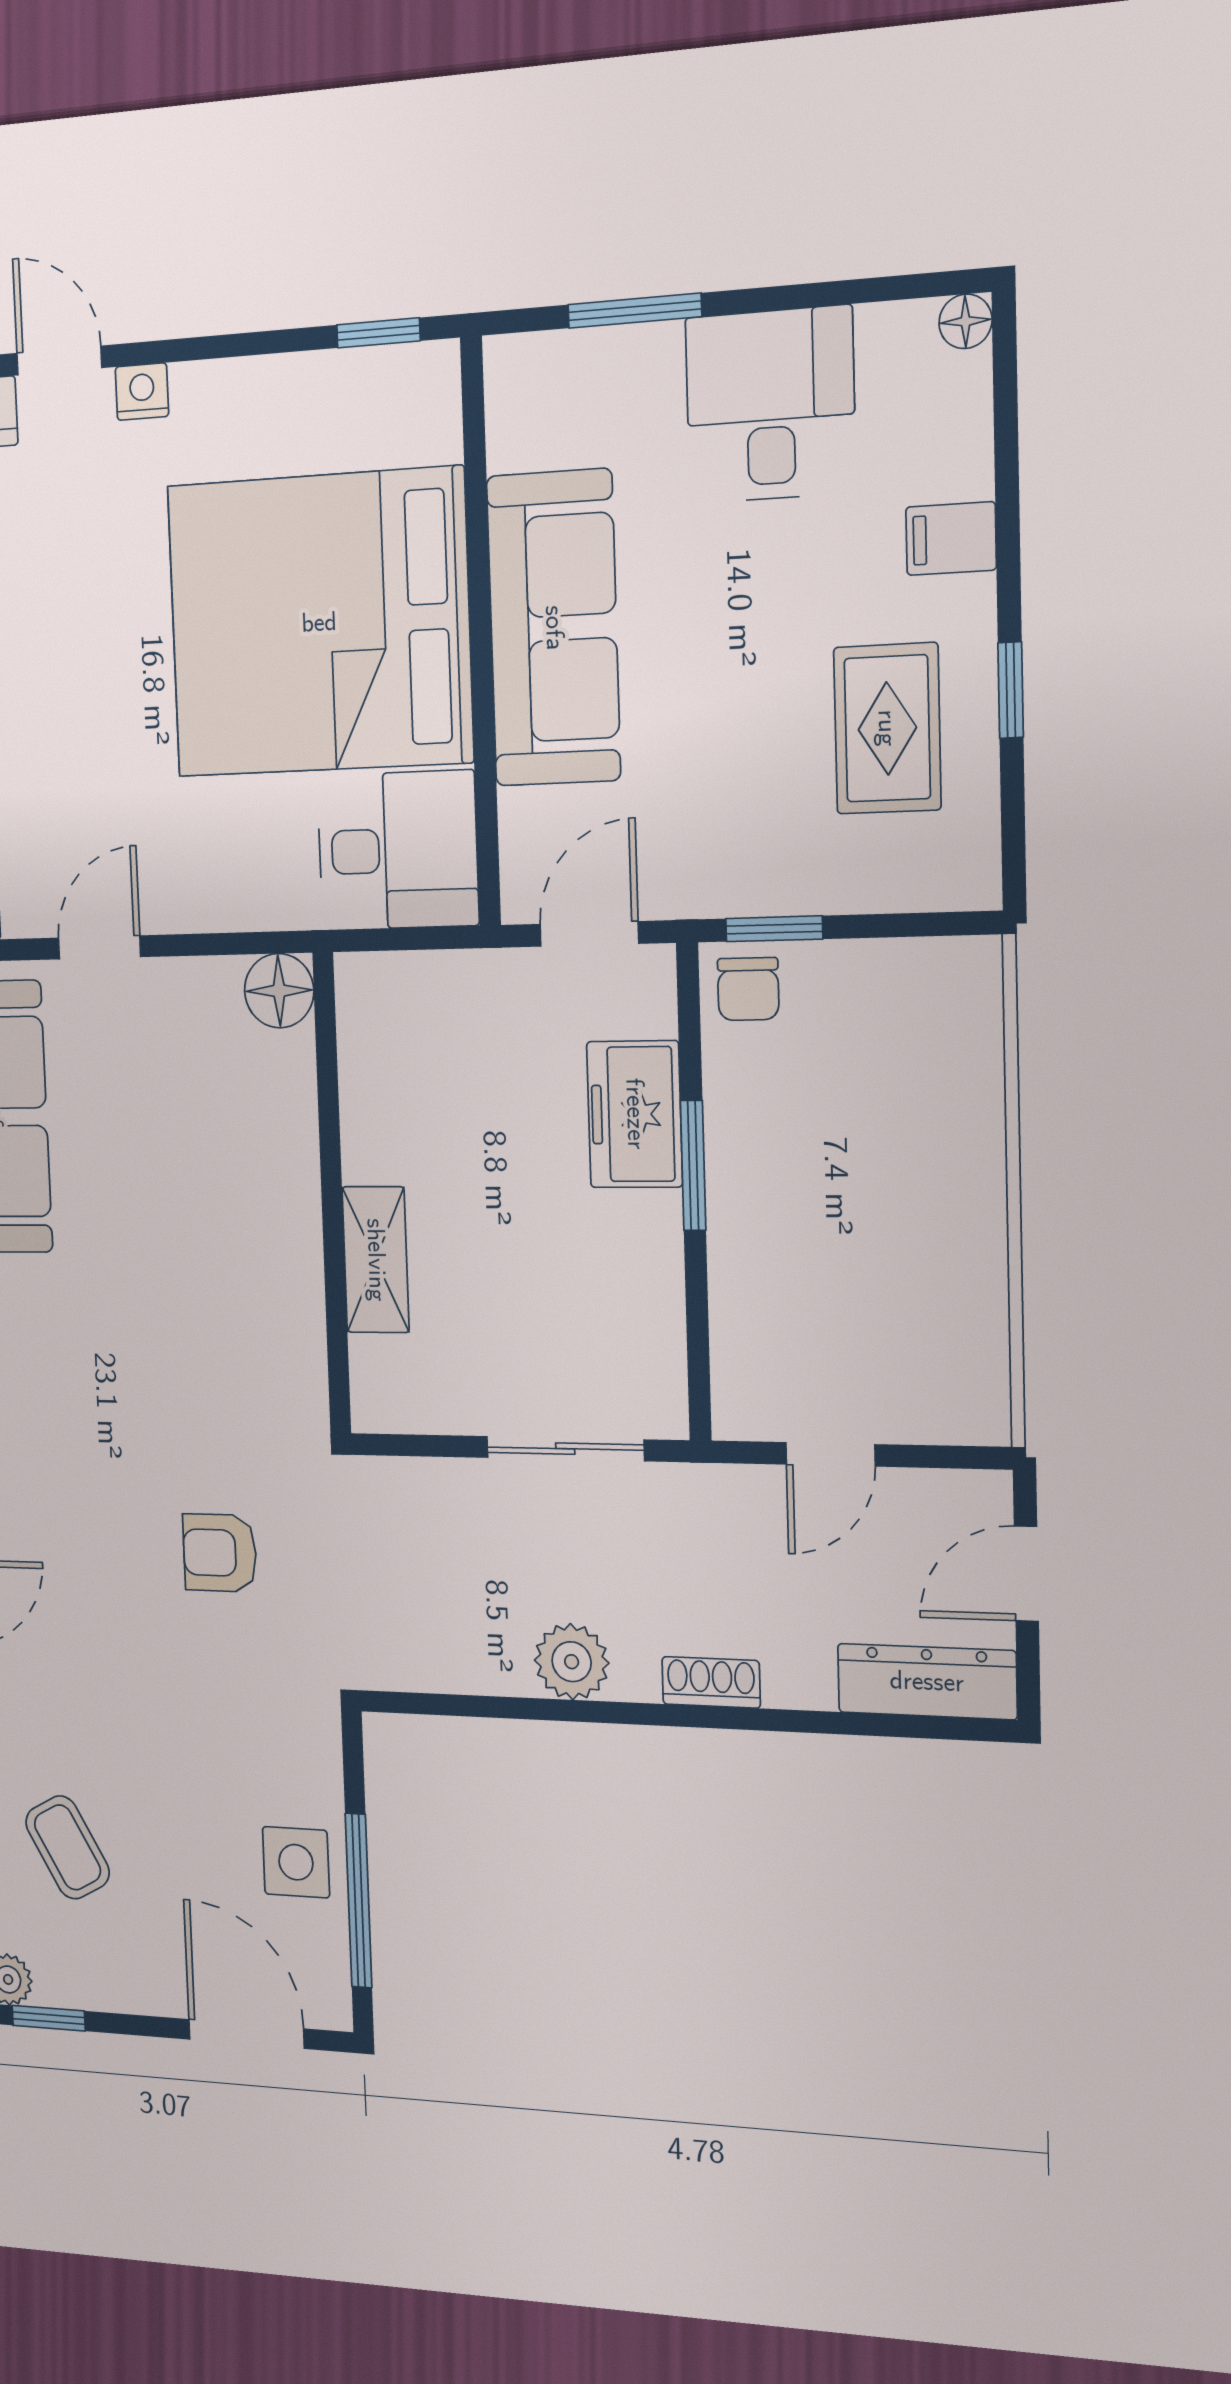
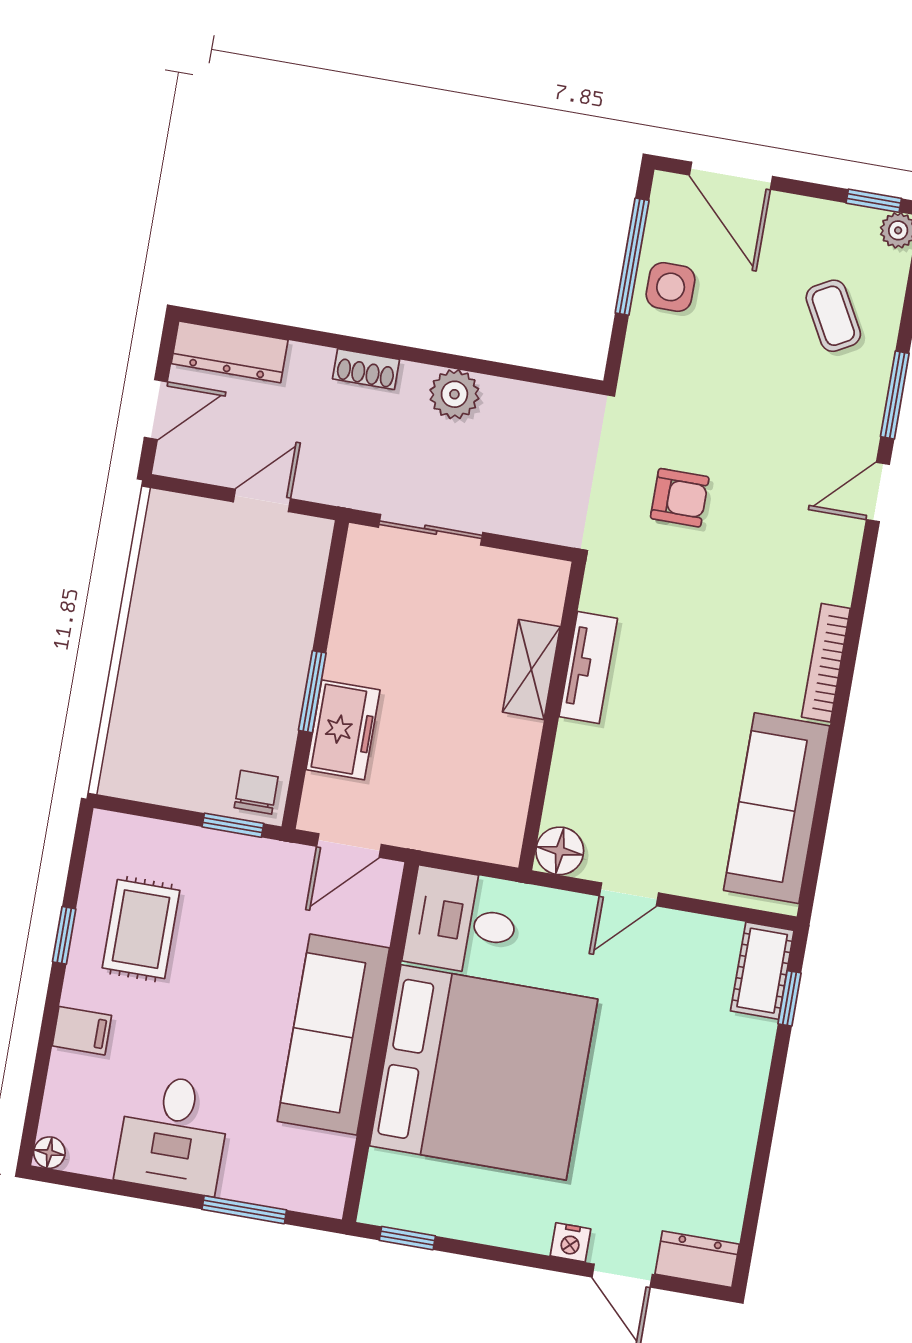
door: (99, 947) -> (629, 894), moved
tv unit: (295, 1277) -> (588, 667), added

